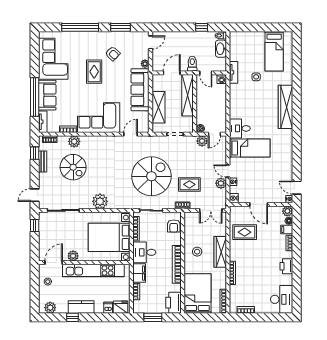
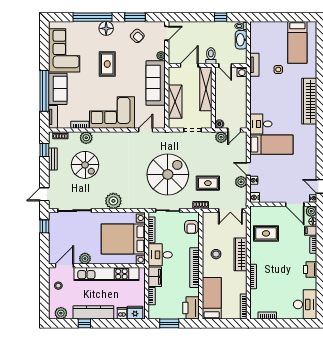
floor lamp: (93, 38) -> (106, 28), added
armchair: (113, 54) -> (137, 36), moved
door: (259, 204) -> (295, 204), moved
bed: (197, 294) -> (212, 298), width x0.67
kitchen counter: (81, 307) -> (93, 312), width x1.50

